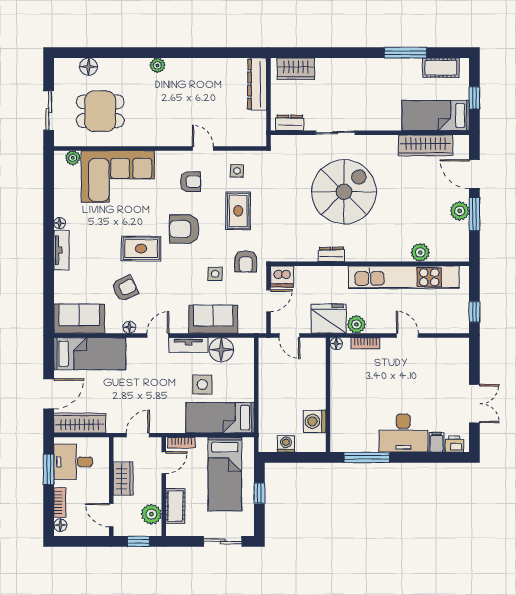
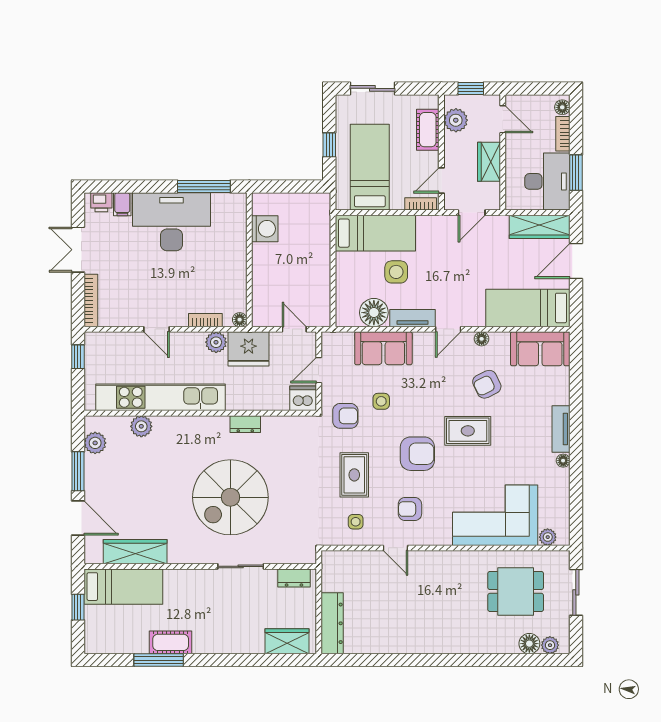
plant: (157, 65) -> (550, 645), moved
cot: (441, 68) -> (171, 642), moved
plant: (460, 211) -> (95, 443), moved
armchair: (246, 261) -> (345, 416), turned 90
bookcase: (463, 360) -> (91, 300), added
desk: (403, 433) -> (172, 222), width x1.36, depth x1.30
washing machine: (286, 444) -> (298, 202), removed
desk: (73, 462) -> (547, 181), width x1.37

